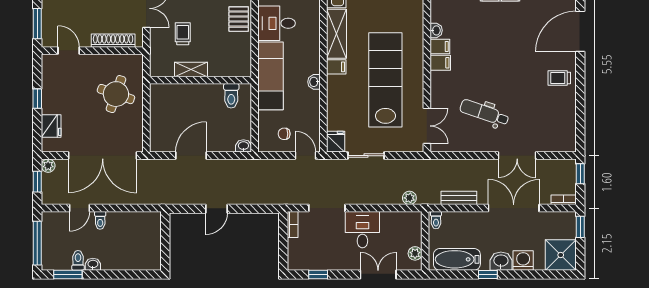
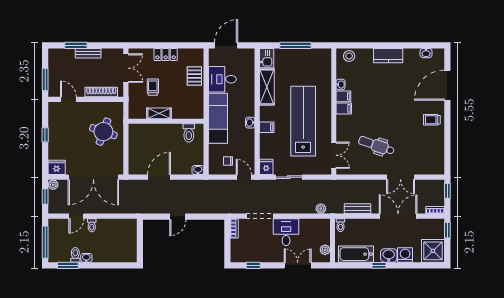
filing cabinet: (336, 67) -> (267, 127), moved
fridge: (51, 126) -> (57, 167), moved, turned -90

